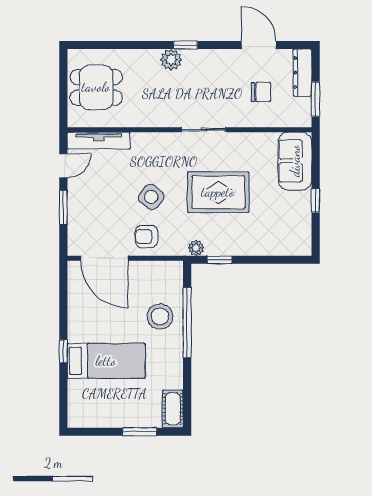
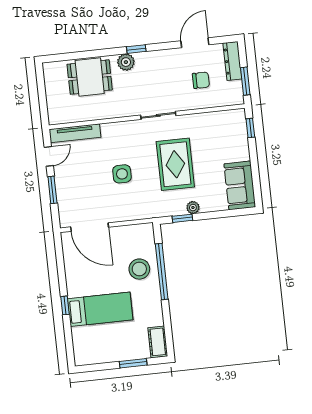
door: (259, 45) -> (195, 43), hinge flipped
dining table: (96, 87) -> (90, 77), moved
sofa: (295, 161) -> (240, 185), moved
rug: (218, 192) -> (175, 164), turned 90
side table: (151, 197) -> (122, 174), turned -38
window: (316, 201) -> (250, 128), moved
armchair: (146, 236) -> (122, 206), removed
plant: (196, 248) -> (193, 208), moved

